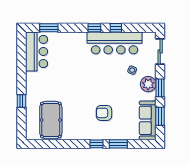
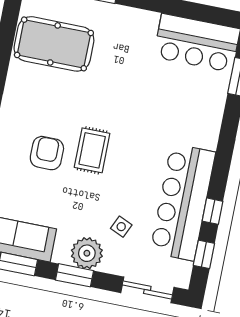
window: (94, 28) -> (204, 254), moved
rug: (98, 91) -> (92, 150), added

